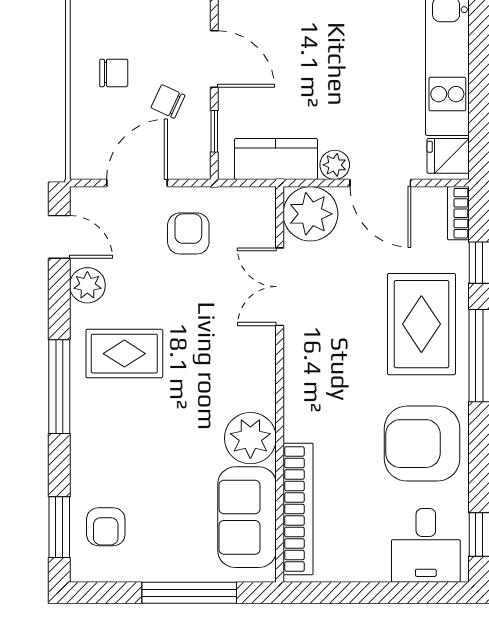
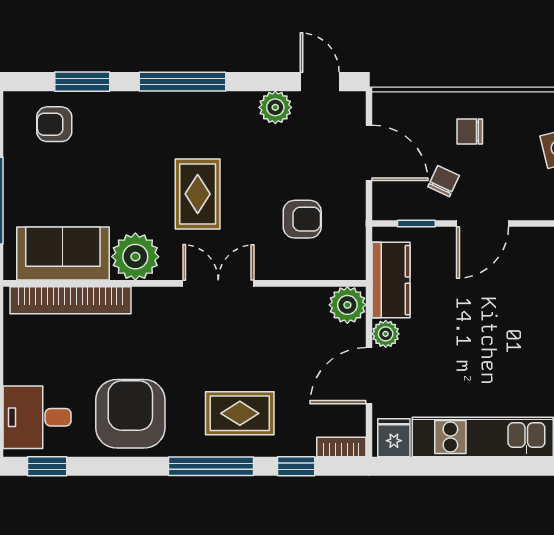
chair: (114, 73) -> (470, 131), turned 90
plant: (310, 214) -> (347, 305), width x0.73, depth x0.73
armchair: (188, 233) -> (302, 219), moved
door: (59, 237) -> (320, 82), swing flipped
double door: (280, 287) -> (218, 283), moved
rug: (421, 324) -> (240, 413), width x0.73, depth x0.70
rug: (124, 354) -> (198, 194), moved
window: (59, 527) -> (82, 82), moved

